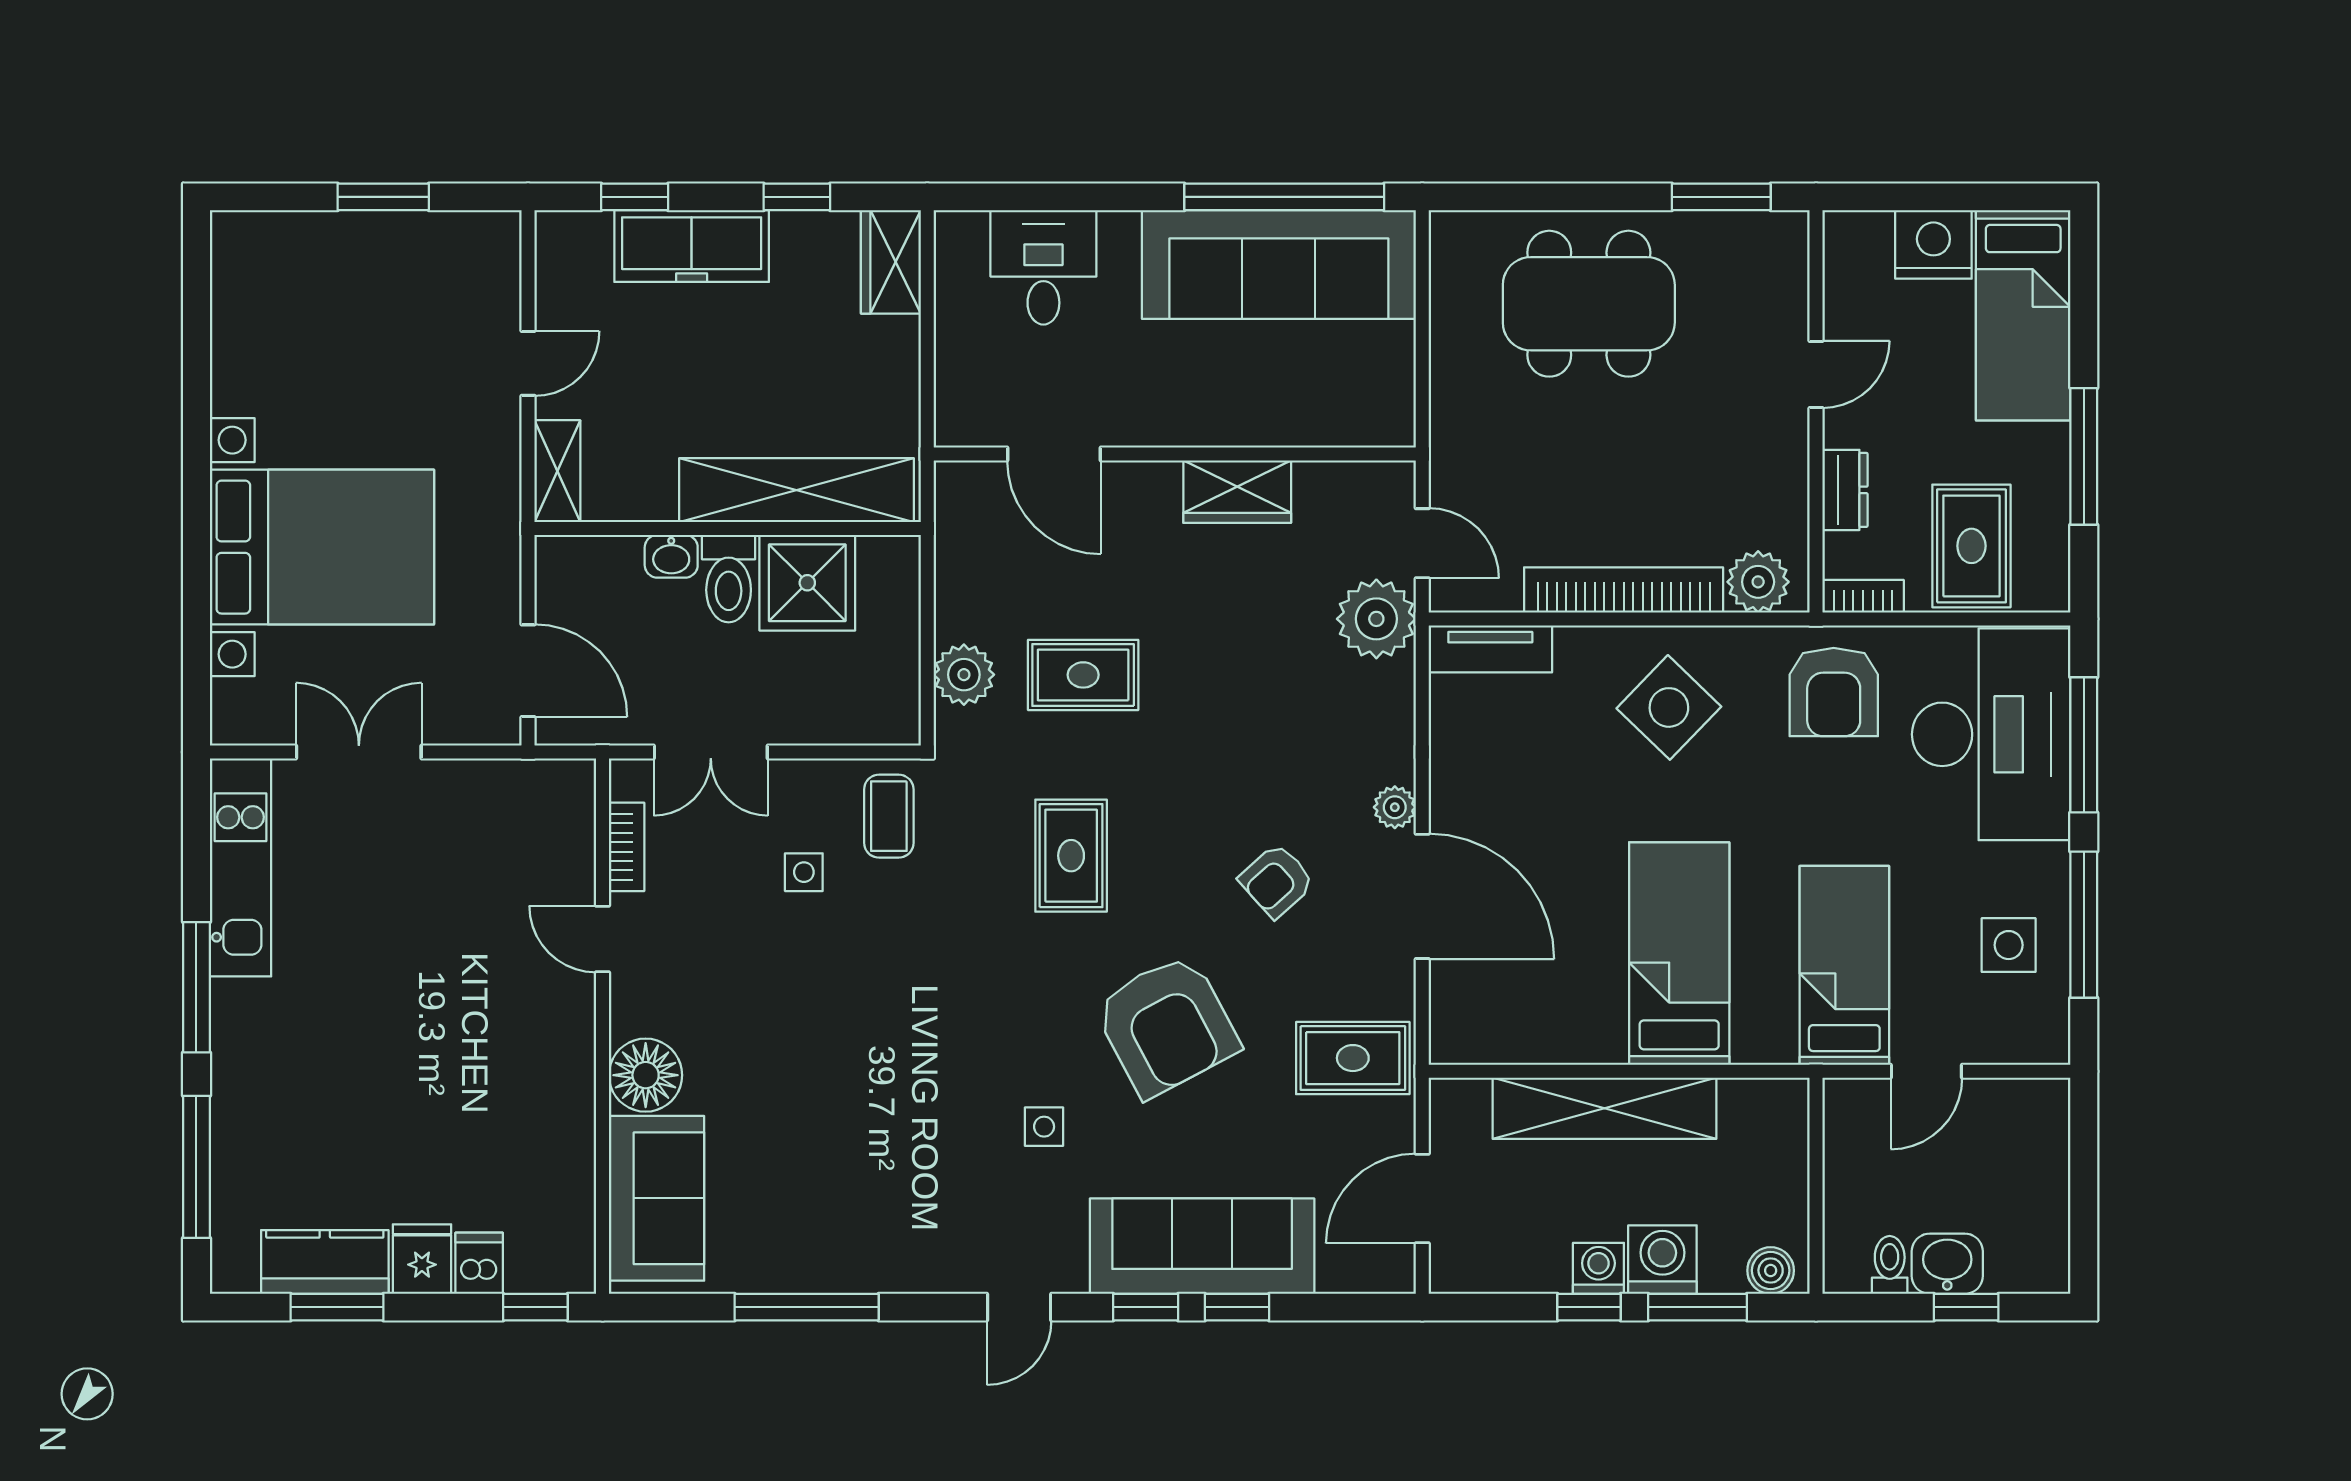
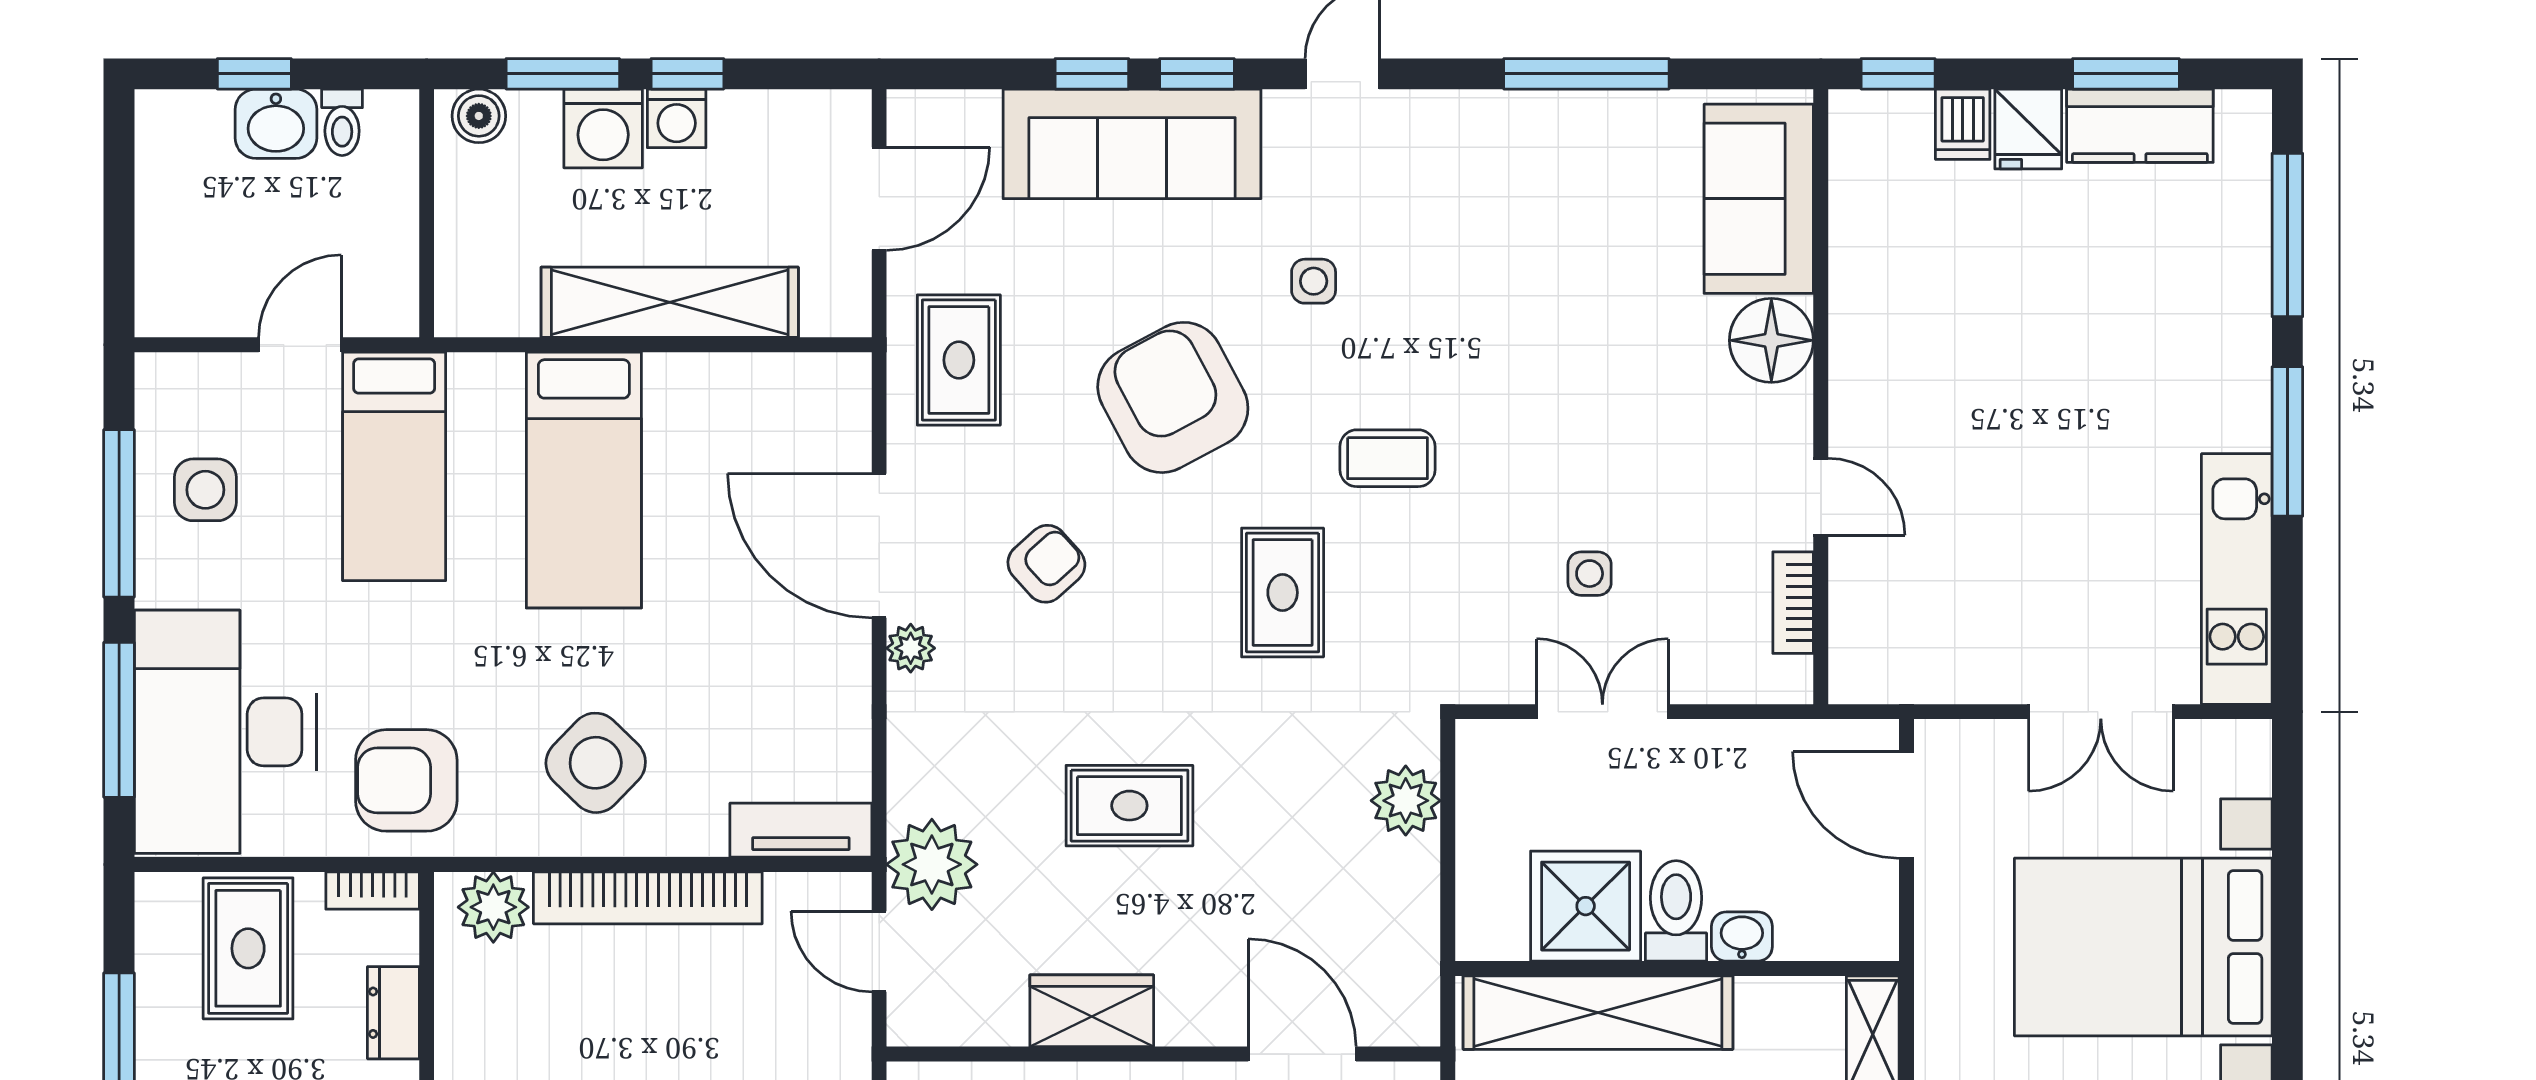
rug: (1083, 675) -> (1129, 806), moved
armchair: (1834, 692) -> (406, 780), turned -90
double door: (711, 752) -> (1602, 712), moved
coffee table: (889, 816) -> (1387, 458), moved, turned 90
rug: (1353, 1058) -> (959, 360), turned 90

